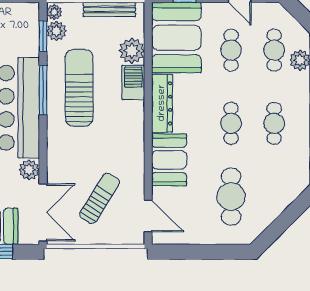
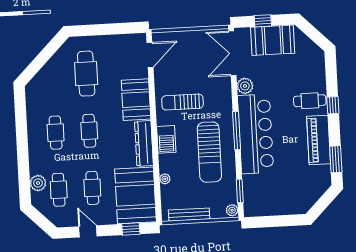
plant: (56, 31) -> (230, 196), removed
plant: (132, 51) -> (165, 179), width x0.53, depth x0.53
barbecue: (133, 82) -> (166, 139), moved
window: (43, 90) -> (237, 130), moved
sun lounger: (100, 198) -> (182, 102), moved, turned 58
door: (148, 216) -> (150, 55), swing flipped

